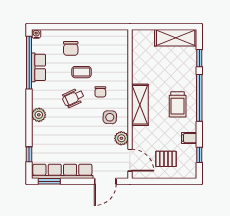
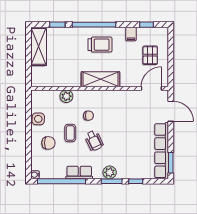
row of seats: (39, 67) -> (79, 173), moved
window: (29, 117) -> (112, 181), added
side table: (110, 117) -> (38, 119), moved
plant: (121, 138) -> (66, 96), moved
window: (29, 154) -> (136, 181), moved

